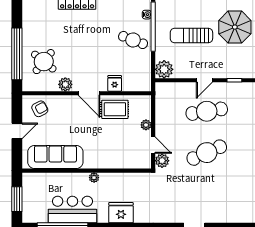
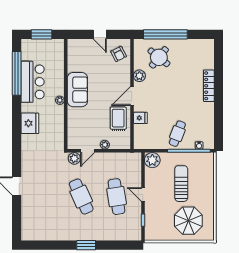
sofa: (55, 157) -> (77, 90), moved, width x0.73

